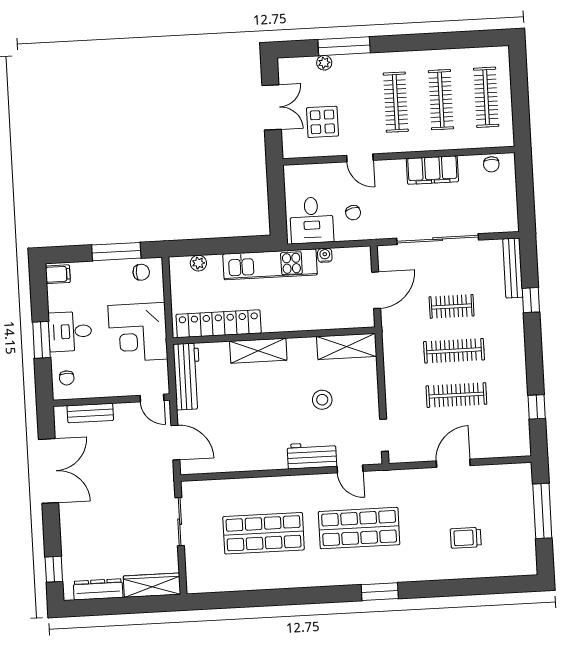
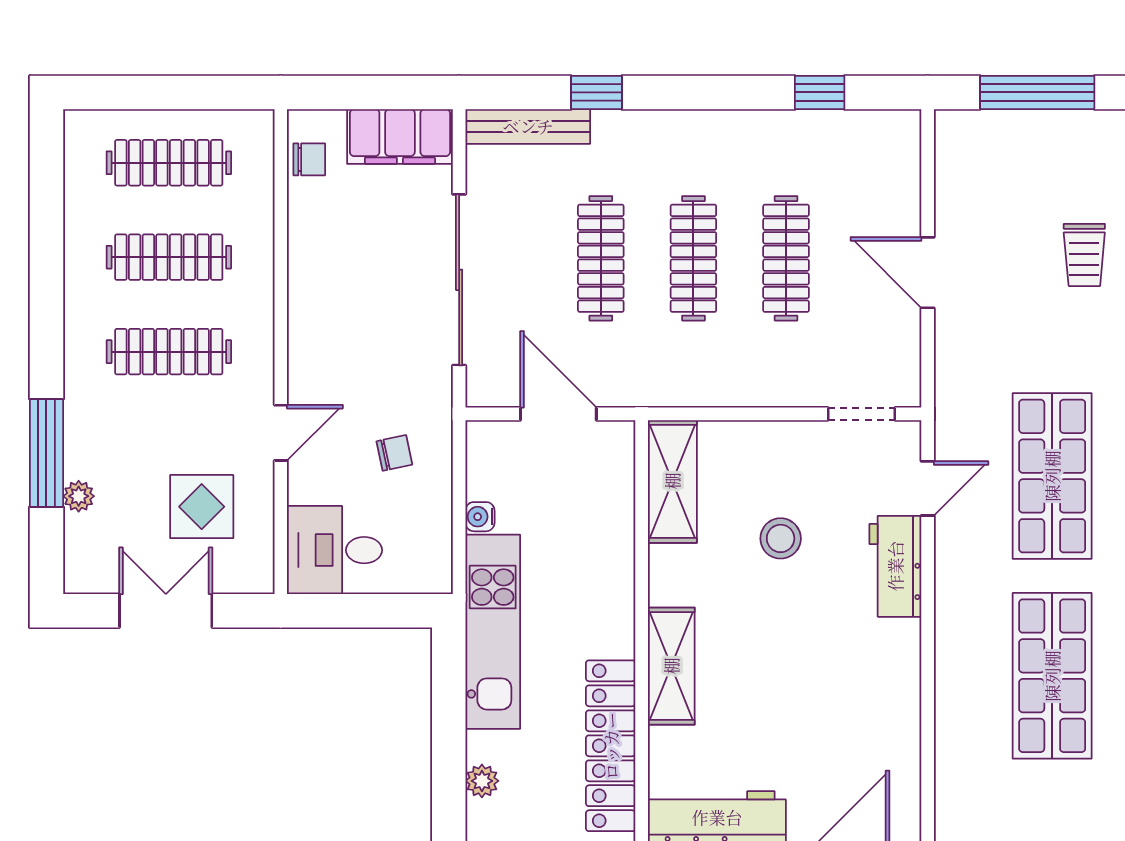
filing cabinet: (432, 170) -> (400, 136), moved, turned 90
desk: (312, 220) -> (335, 550), moved, turned 180
clothes rail: (452, 306) -> (601, 258), width x1.36

